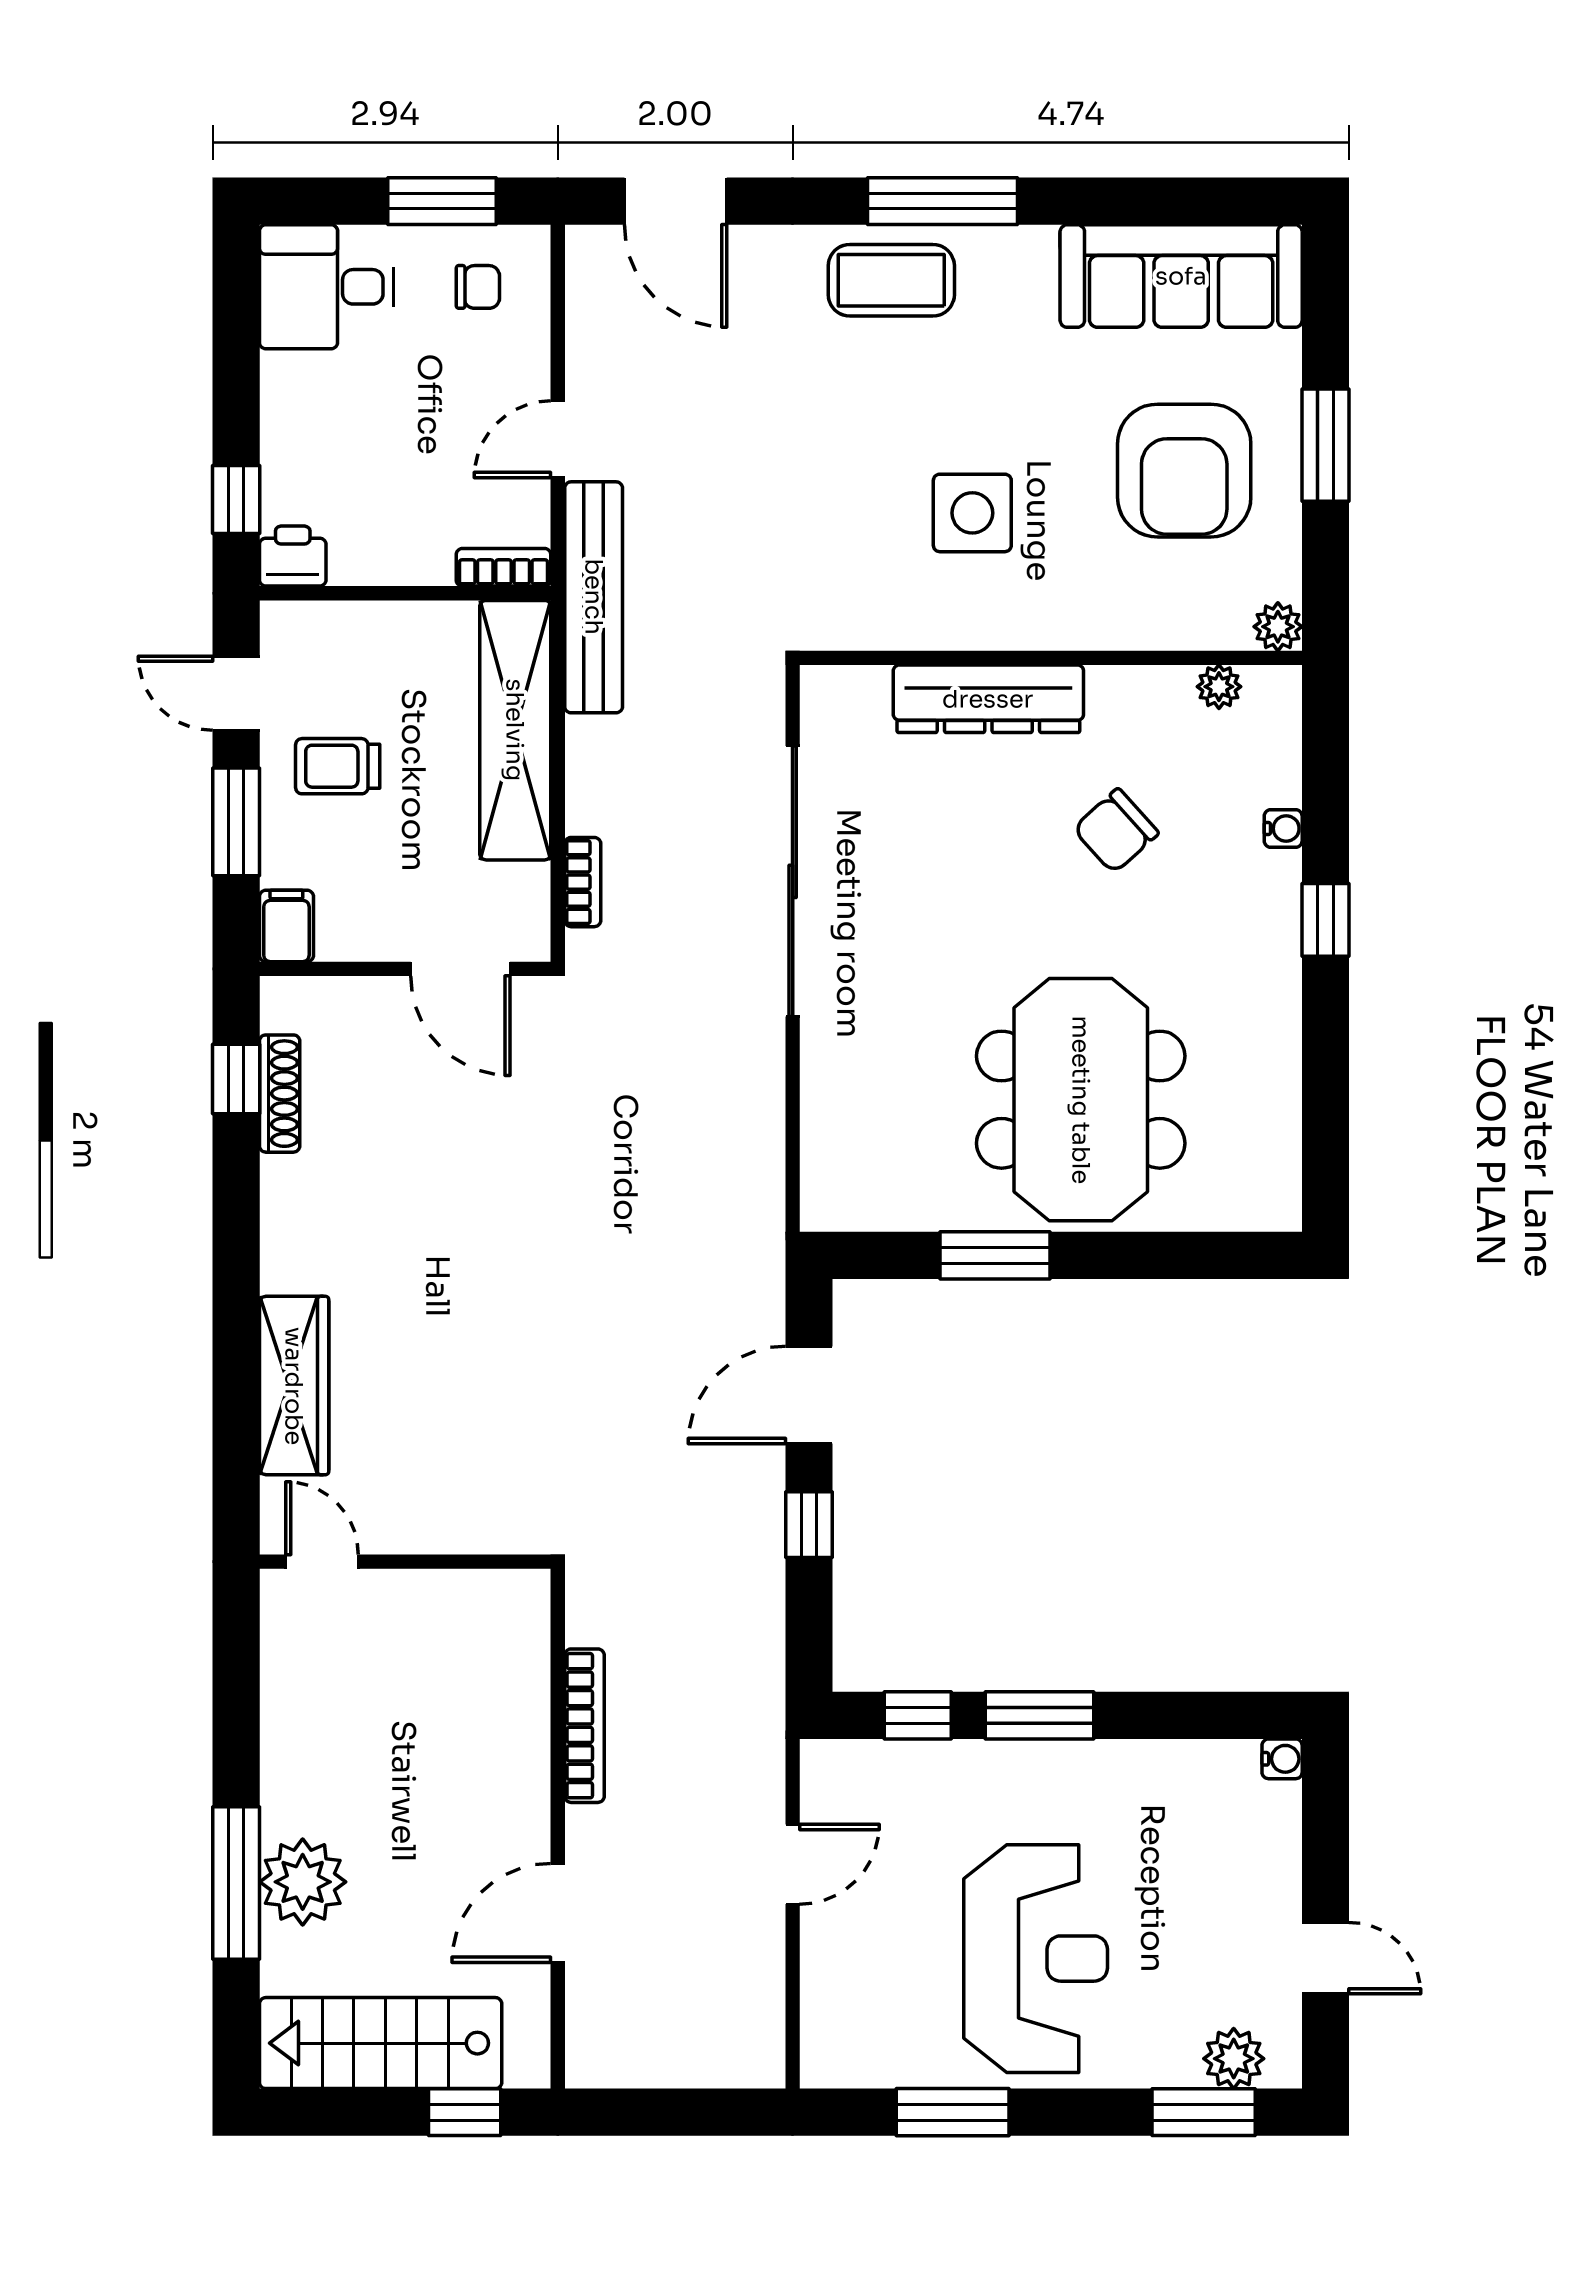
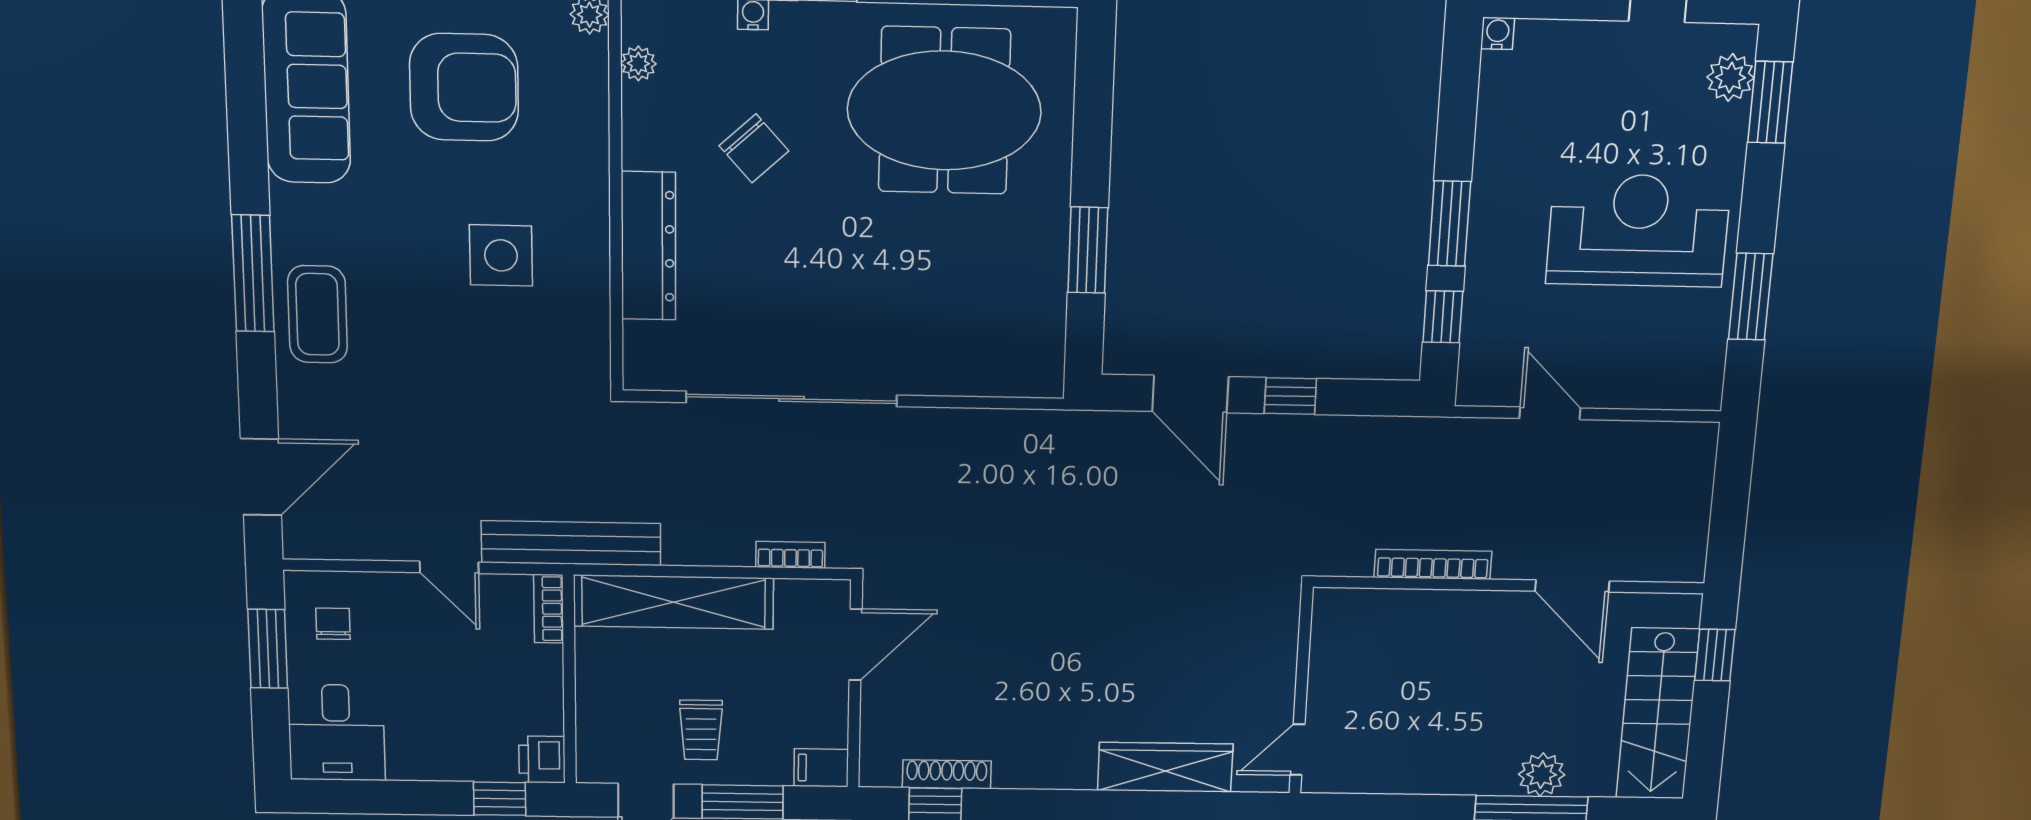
meeting table: (1081, 1100) -> (944, 111), moved
plant: (303, 1882) -> (1542, 775), width x0.73, depth x0.73

